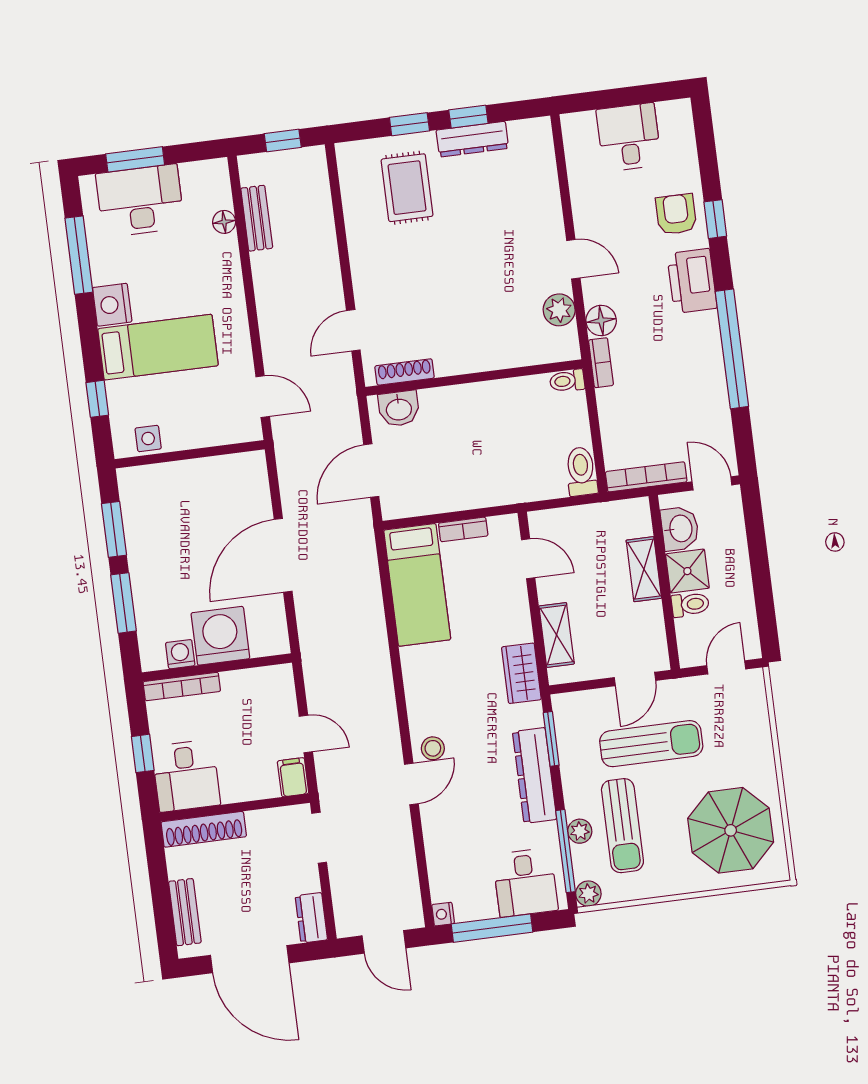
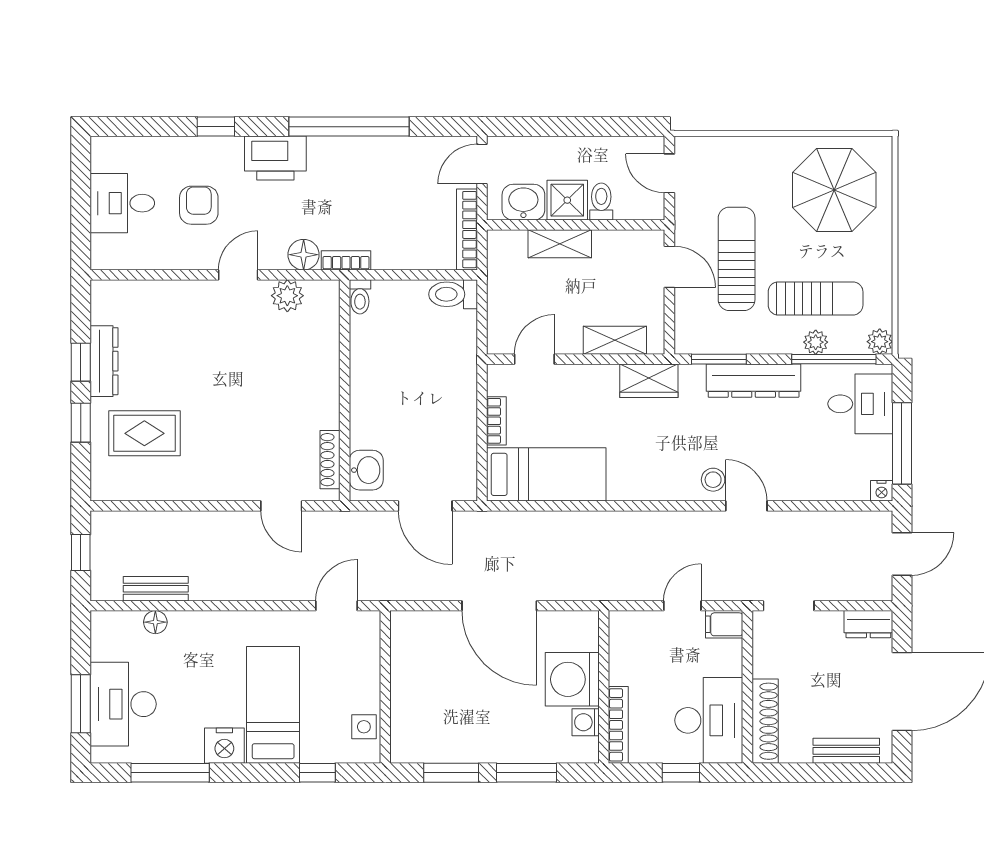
armchair: (676, 214) -> (199, 205), moved, turned 90
desk: (186, 776) -> (709, 720), width x1.37

